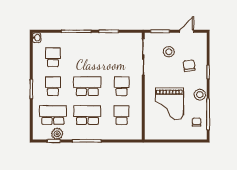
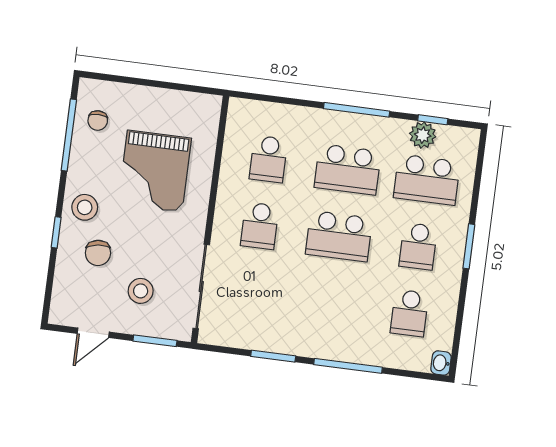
stool: (200, 95) -> (85, 207), moved
grand piano: (169, 104) -> (155, 171), turned 180

